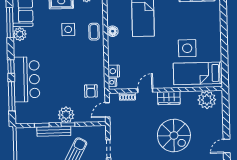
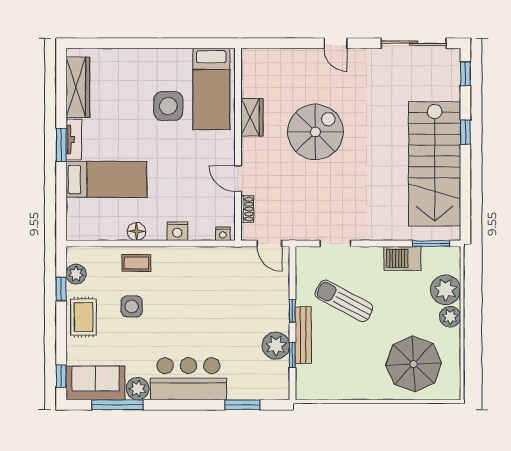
window: (11, 67) -> (192, 405), removed
nightstand: (114, 71) -> (177, 231), moved
bar counter: (27, 79) -> (188, 379), moved
armchair: (91, 91) -> (237, 271), removed
window: (12, 96) -> (242, 405), width x0.69
wardrobe: (169, 98) -> (252, 117), moved
plant: (207, 100) -> (256, 75), removed
plant: (66, 115) -> (276, 346), moved

